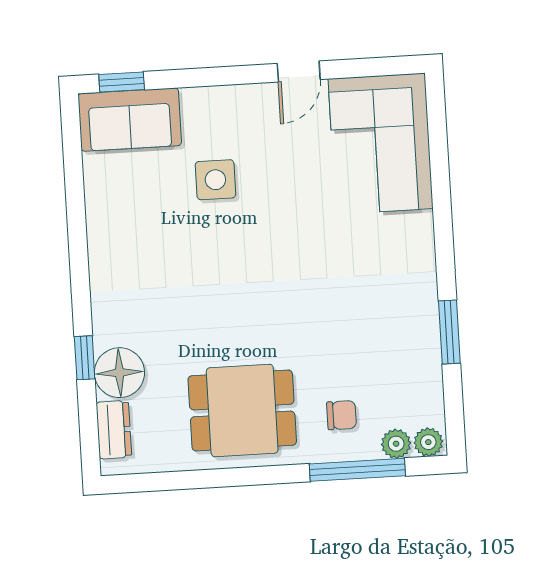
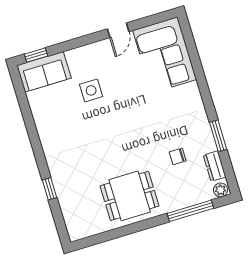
floor lamp: (119, 373) -> (68, 192), removed
chair: (342, 415) -> (178, 156), moved, turned 180
dresser: (114, 430) -> (215, 166), moved, turned 180
plant: (396, 444) -> (206, 194), removed

